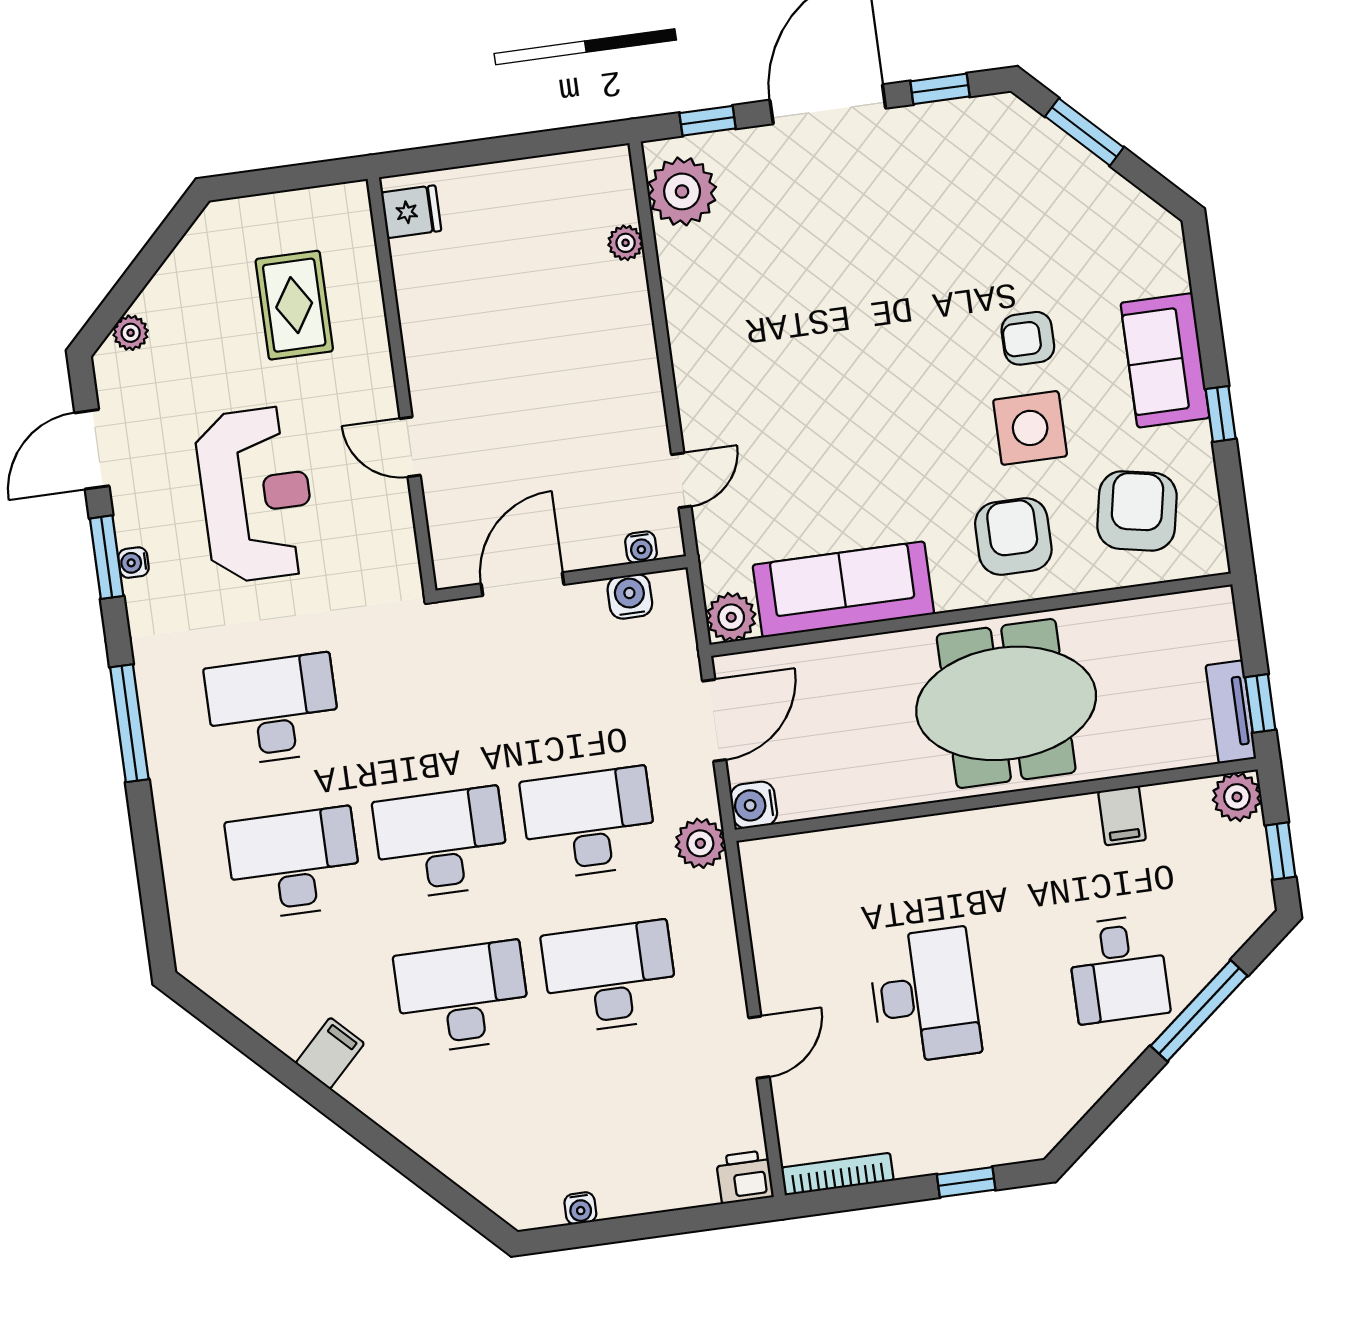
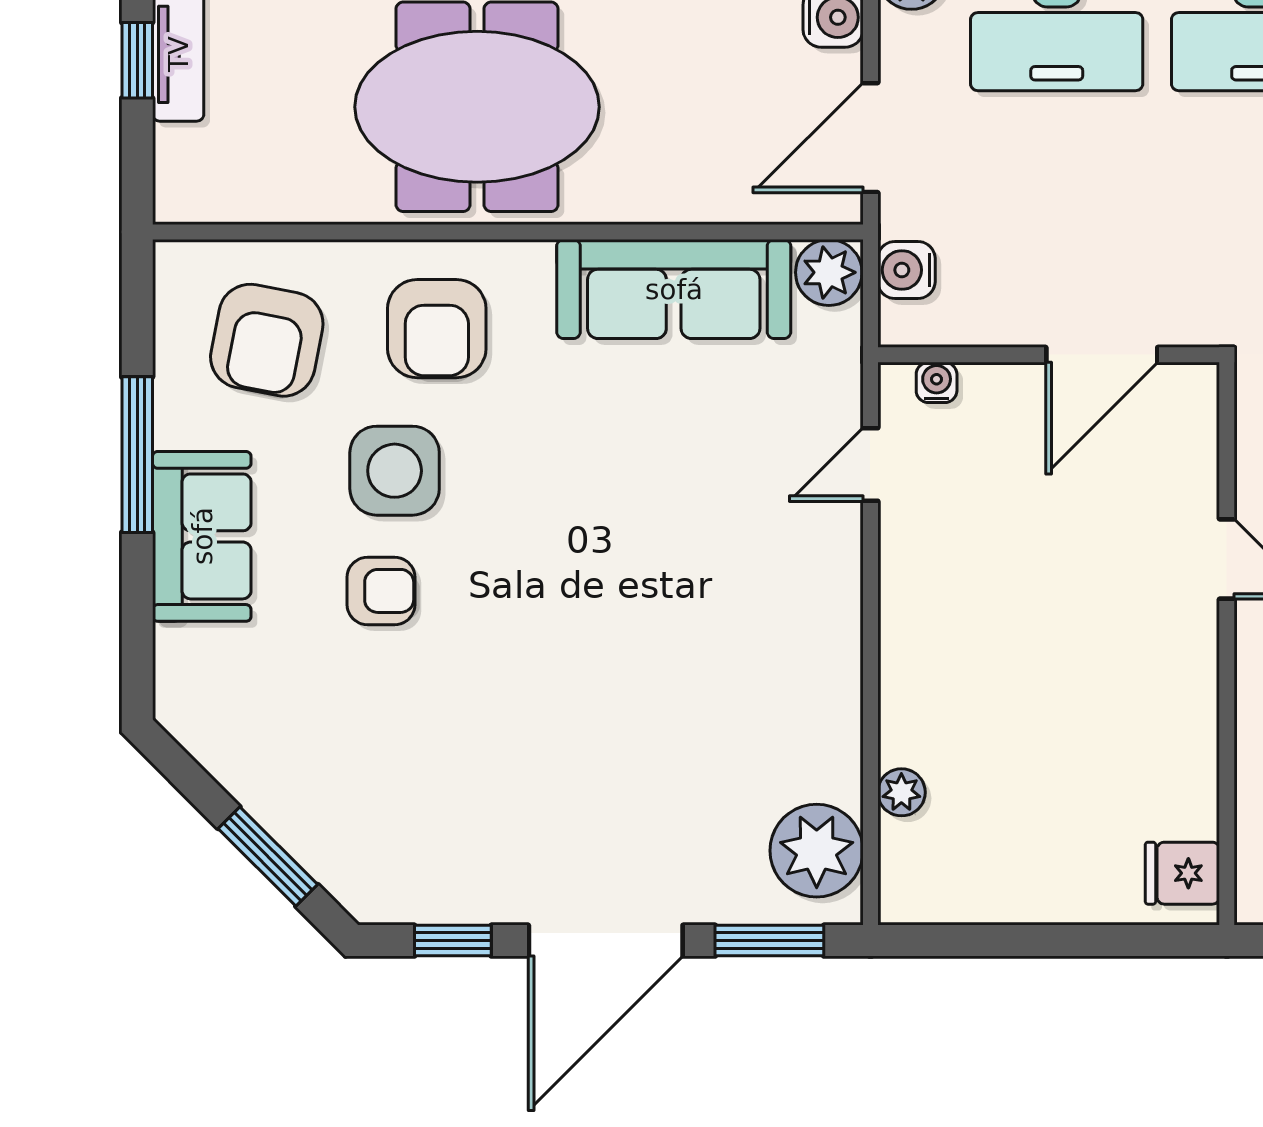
window: (708, 121) -> (769, 941), width x1.50
window: (1221, 414) -> (137, 455), width x2.17
water cooler: (630, 596) -> (906, 270), moved, turned 90

